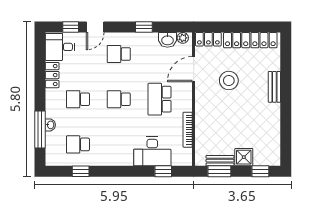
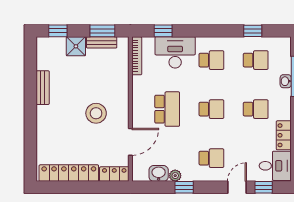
plant: (183, 38) -> (175, 176), moved
stool: (229, 81) -> (96, 113), moved
bench: (274, 87) -> (43, 88), moved
bookcase: (188, 130) -> (137, 56), moved
school desk: (119, 144) -> (211, 60), added

